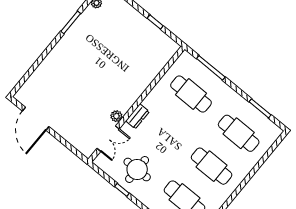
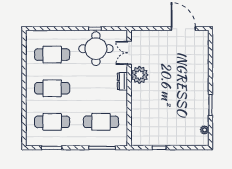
plant: (116, 116) -> (139, 75), width x1.87, depth x1.87
round table: (137, 169) -> (96, 49), width x1.36, depth x1.36

